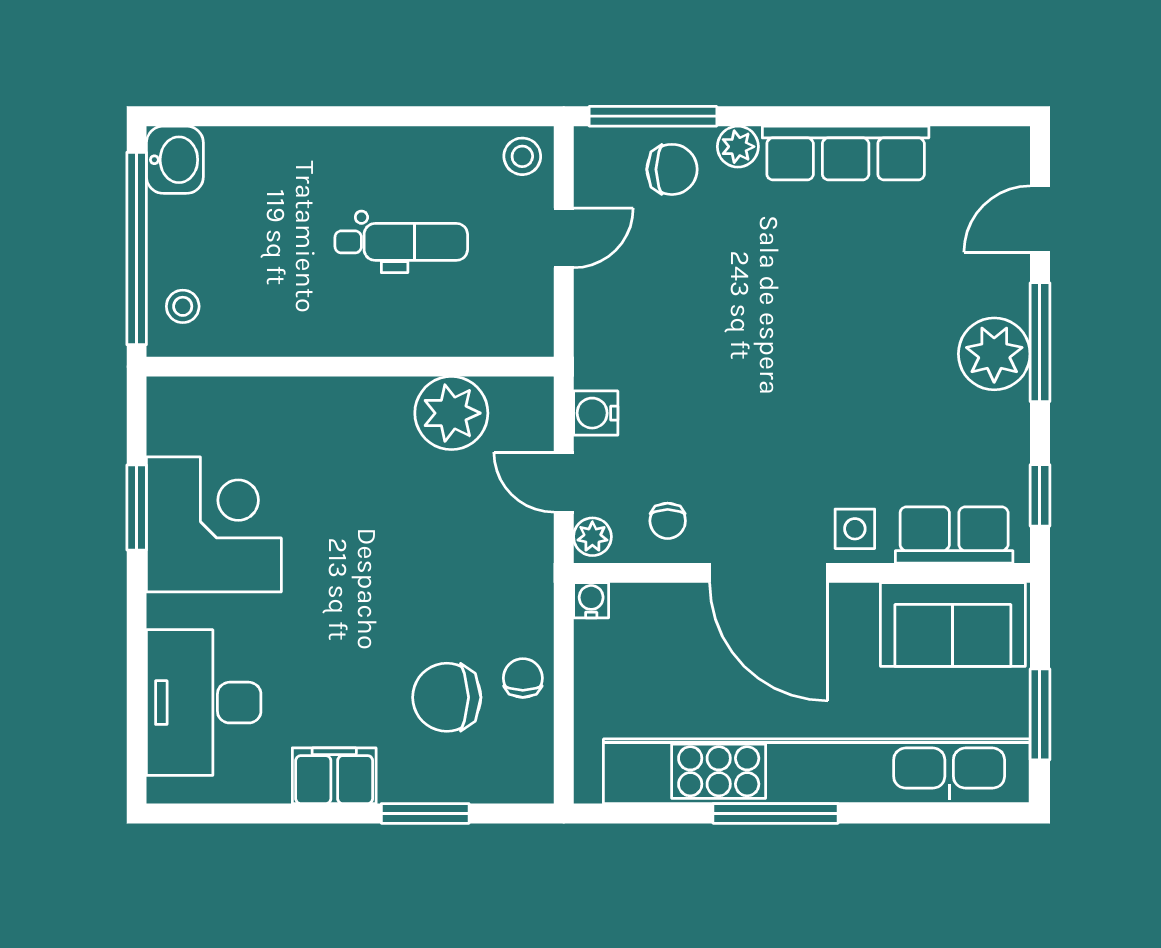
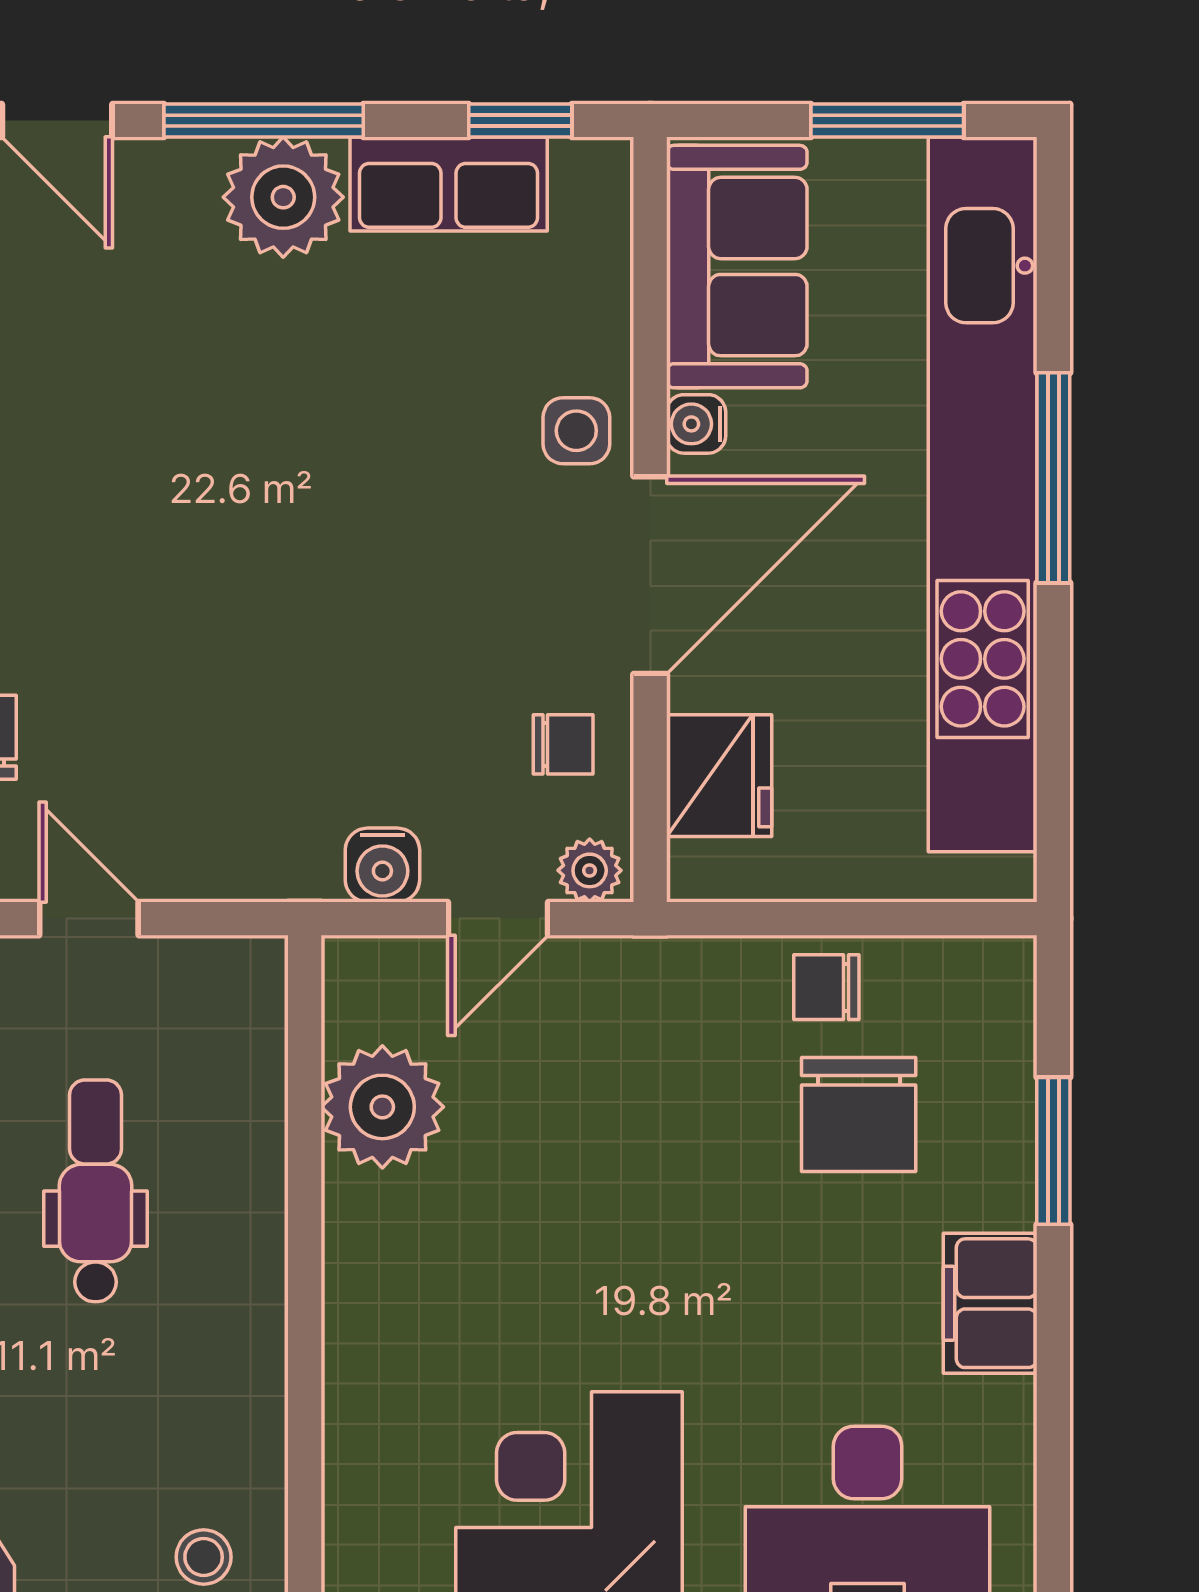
row of seats: (954, 535) -> (449, 184), moved, turned -90
water cooler: (591, 600) -> (696, 424), moved
fridge: (649, 614) -> (719, 776), added
window: (775, 813) -> (1053, 478), moved

